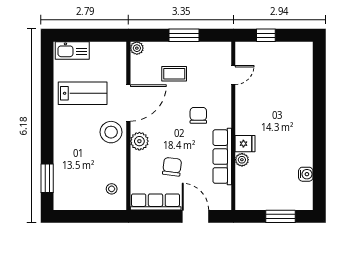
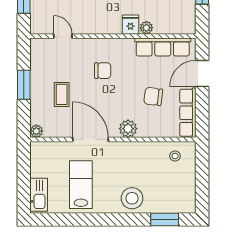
chair: (198, 115) -> (103, 71), turned 180
stool: (111, 132) -> (132, 198), moved
row of seats: (222, 157) -> (163, 47), moved

